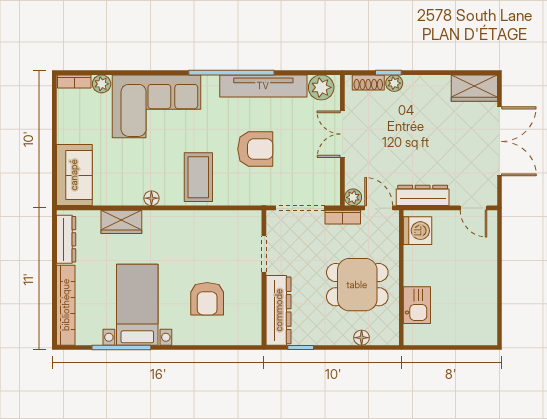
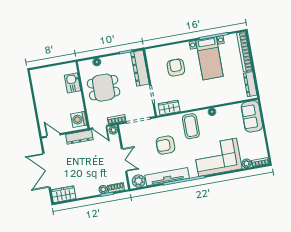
wardrobe: (121, 222) -> (169, 108), moved

